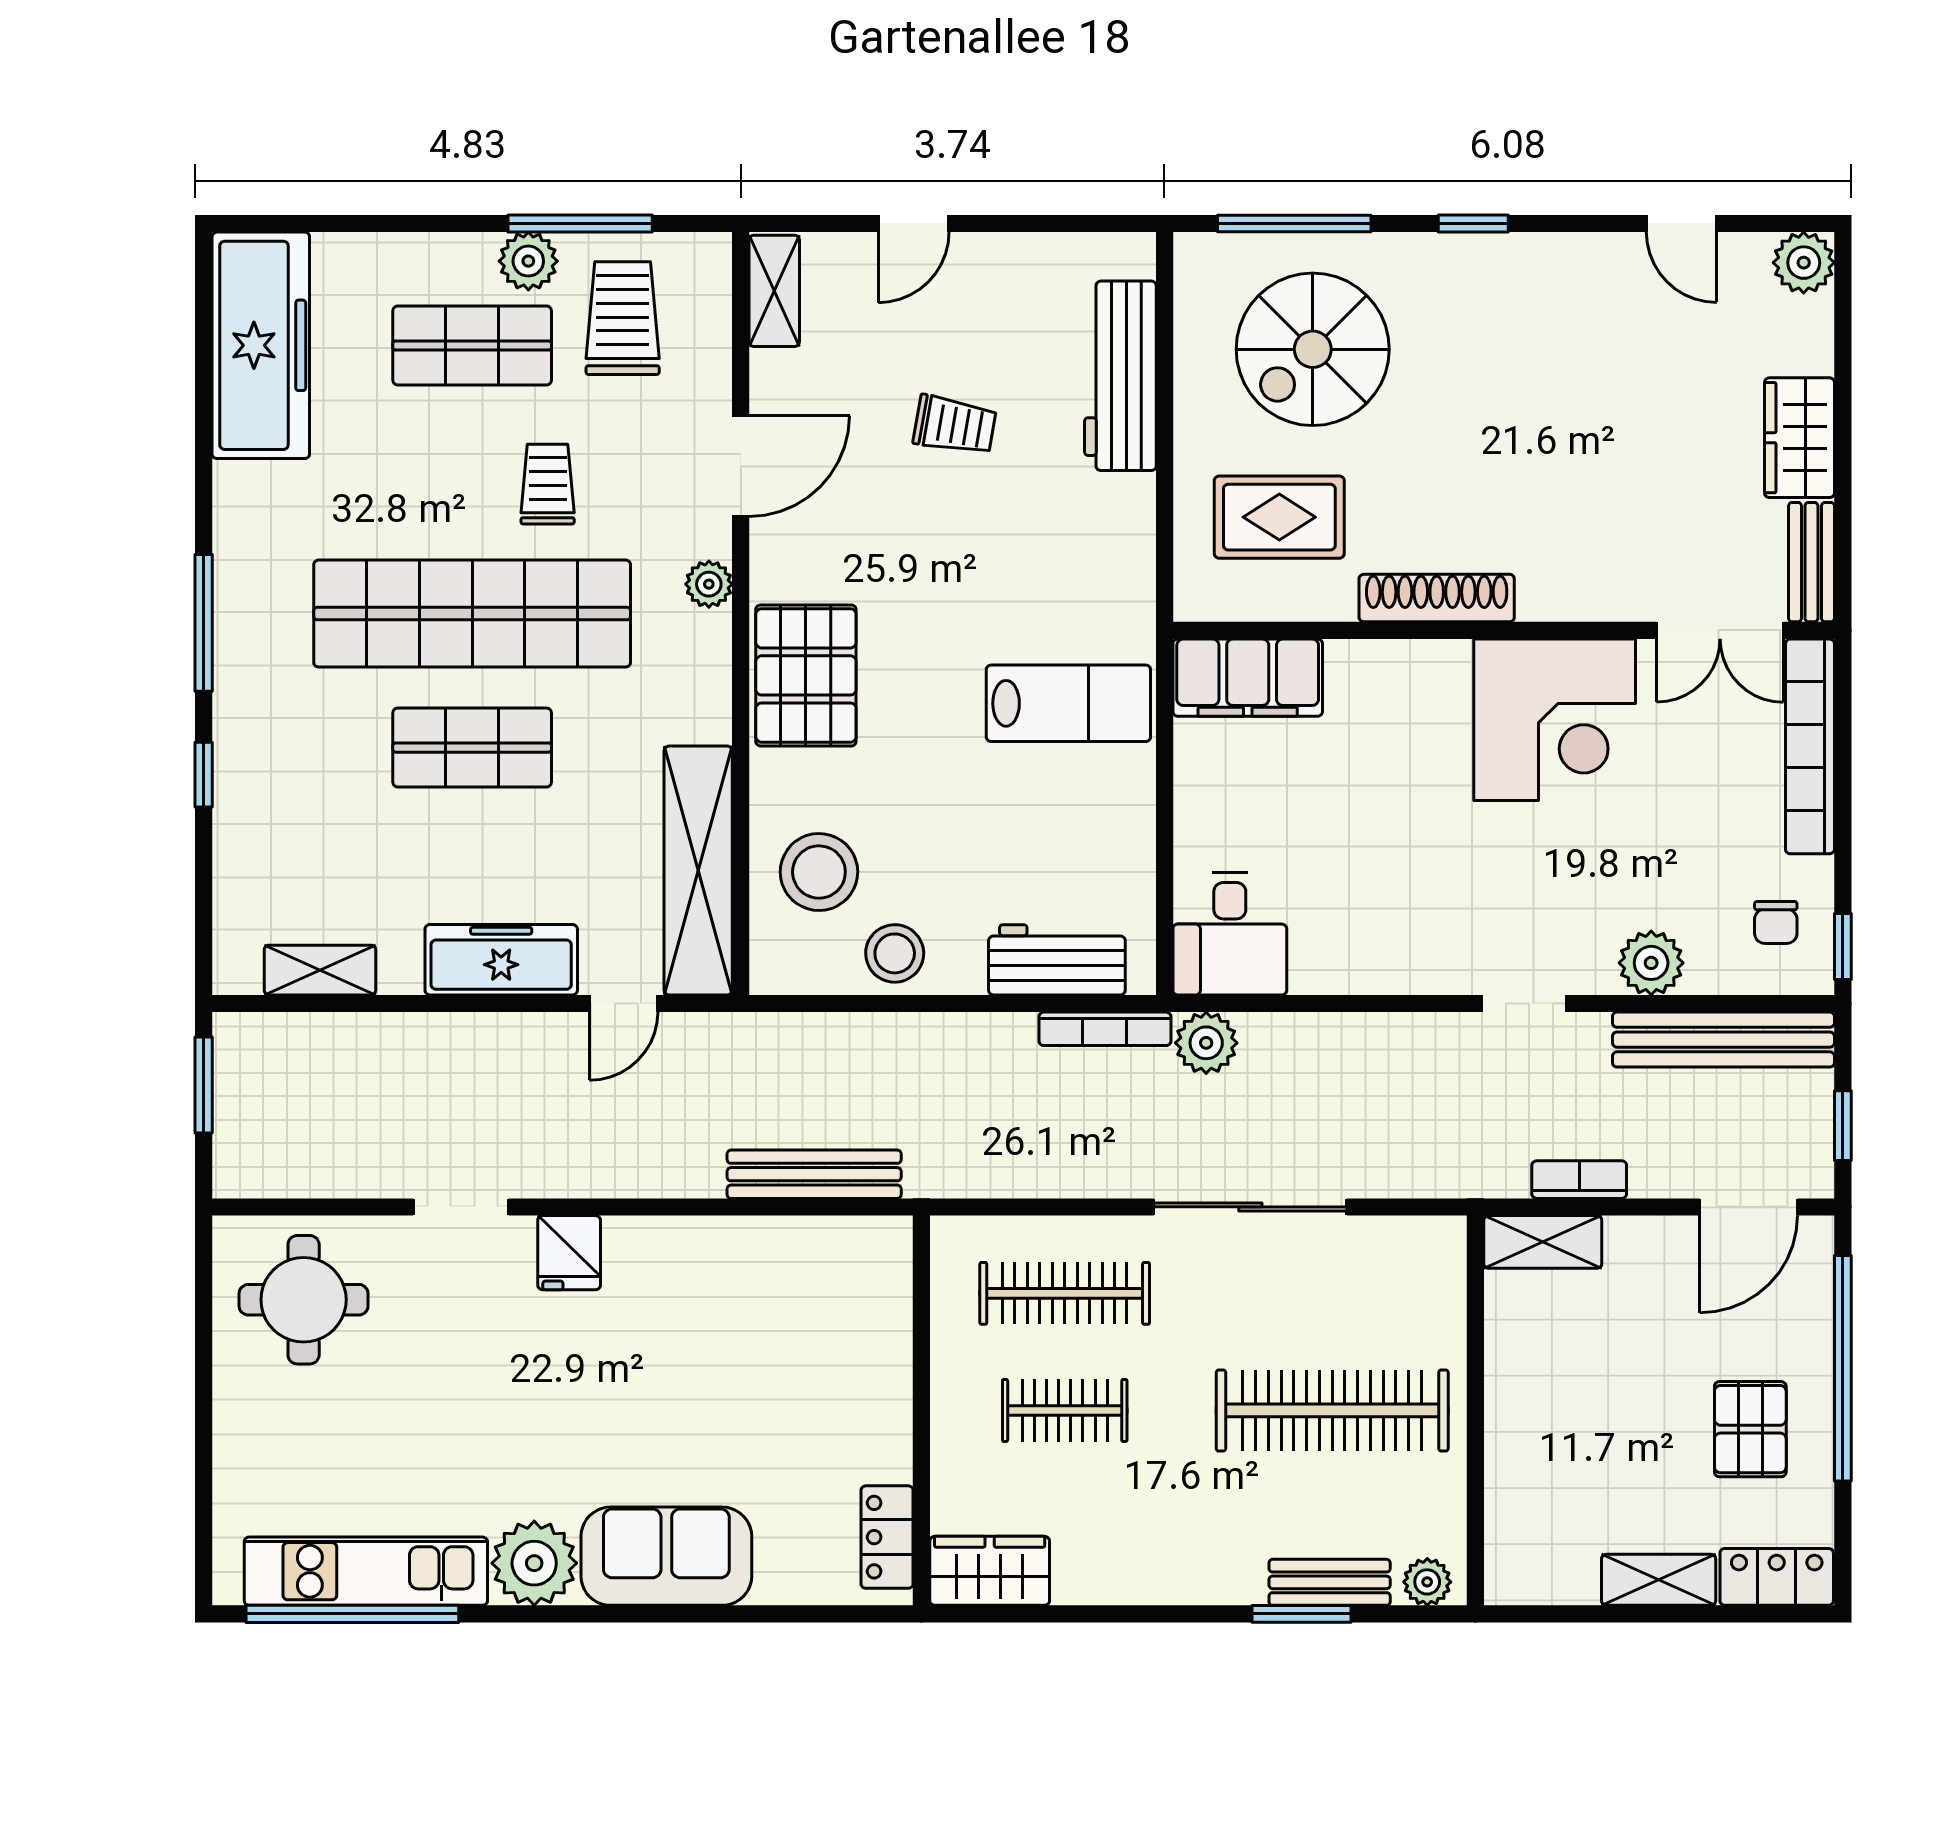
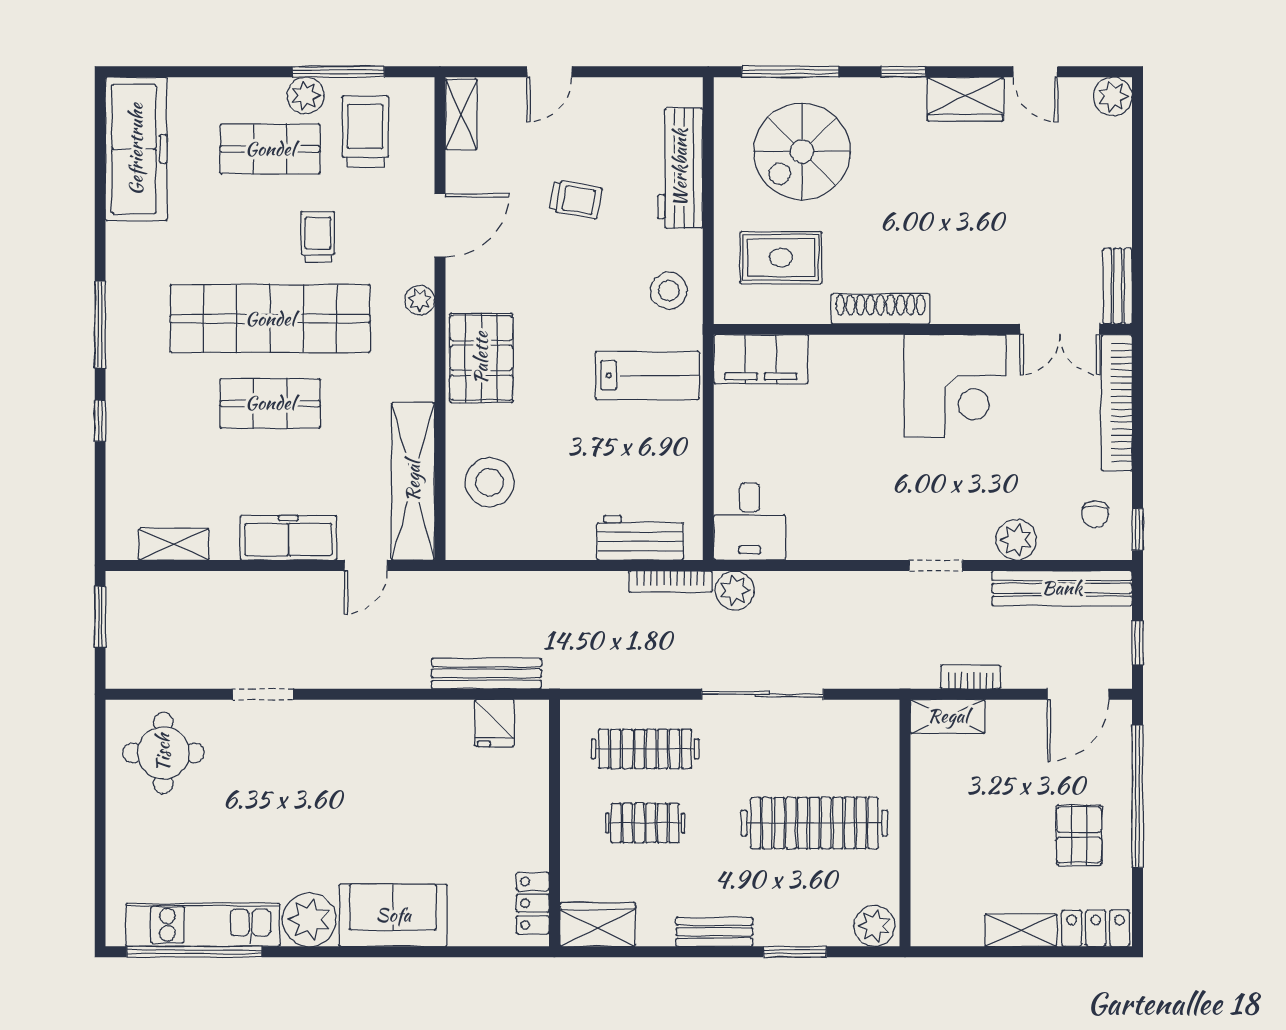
wardrobe: (1800, 438) -> (965, 99), moved, turned -90
stool: (895, 953) -> (669, 291), moved
fridge: (569, 1253) -> (494, 723), moved
bench: (1330, 1582) -> (714, 932), moved
plant: (1427, 1582) -> (874, 926), width x1.38, depth x1.38

